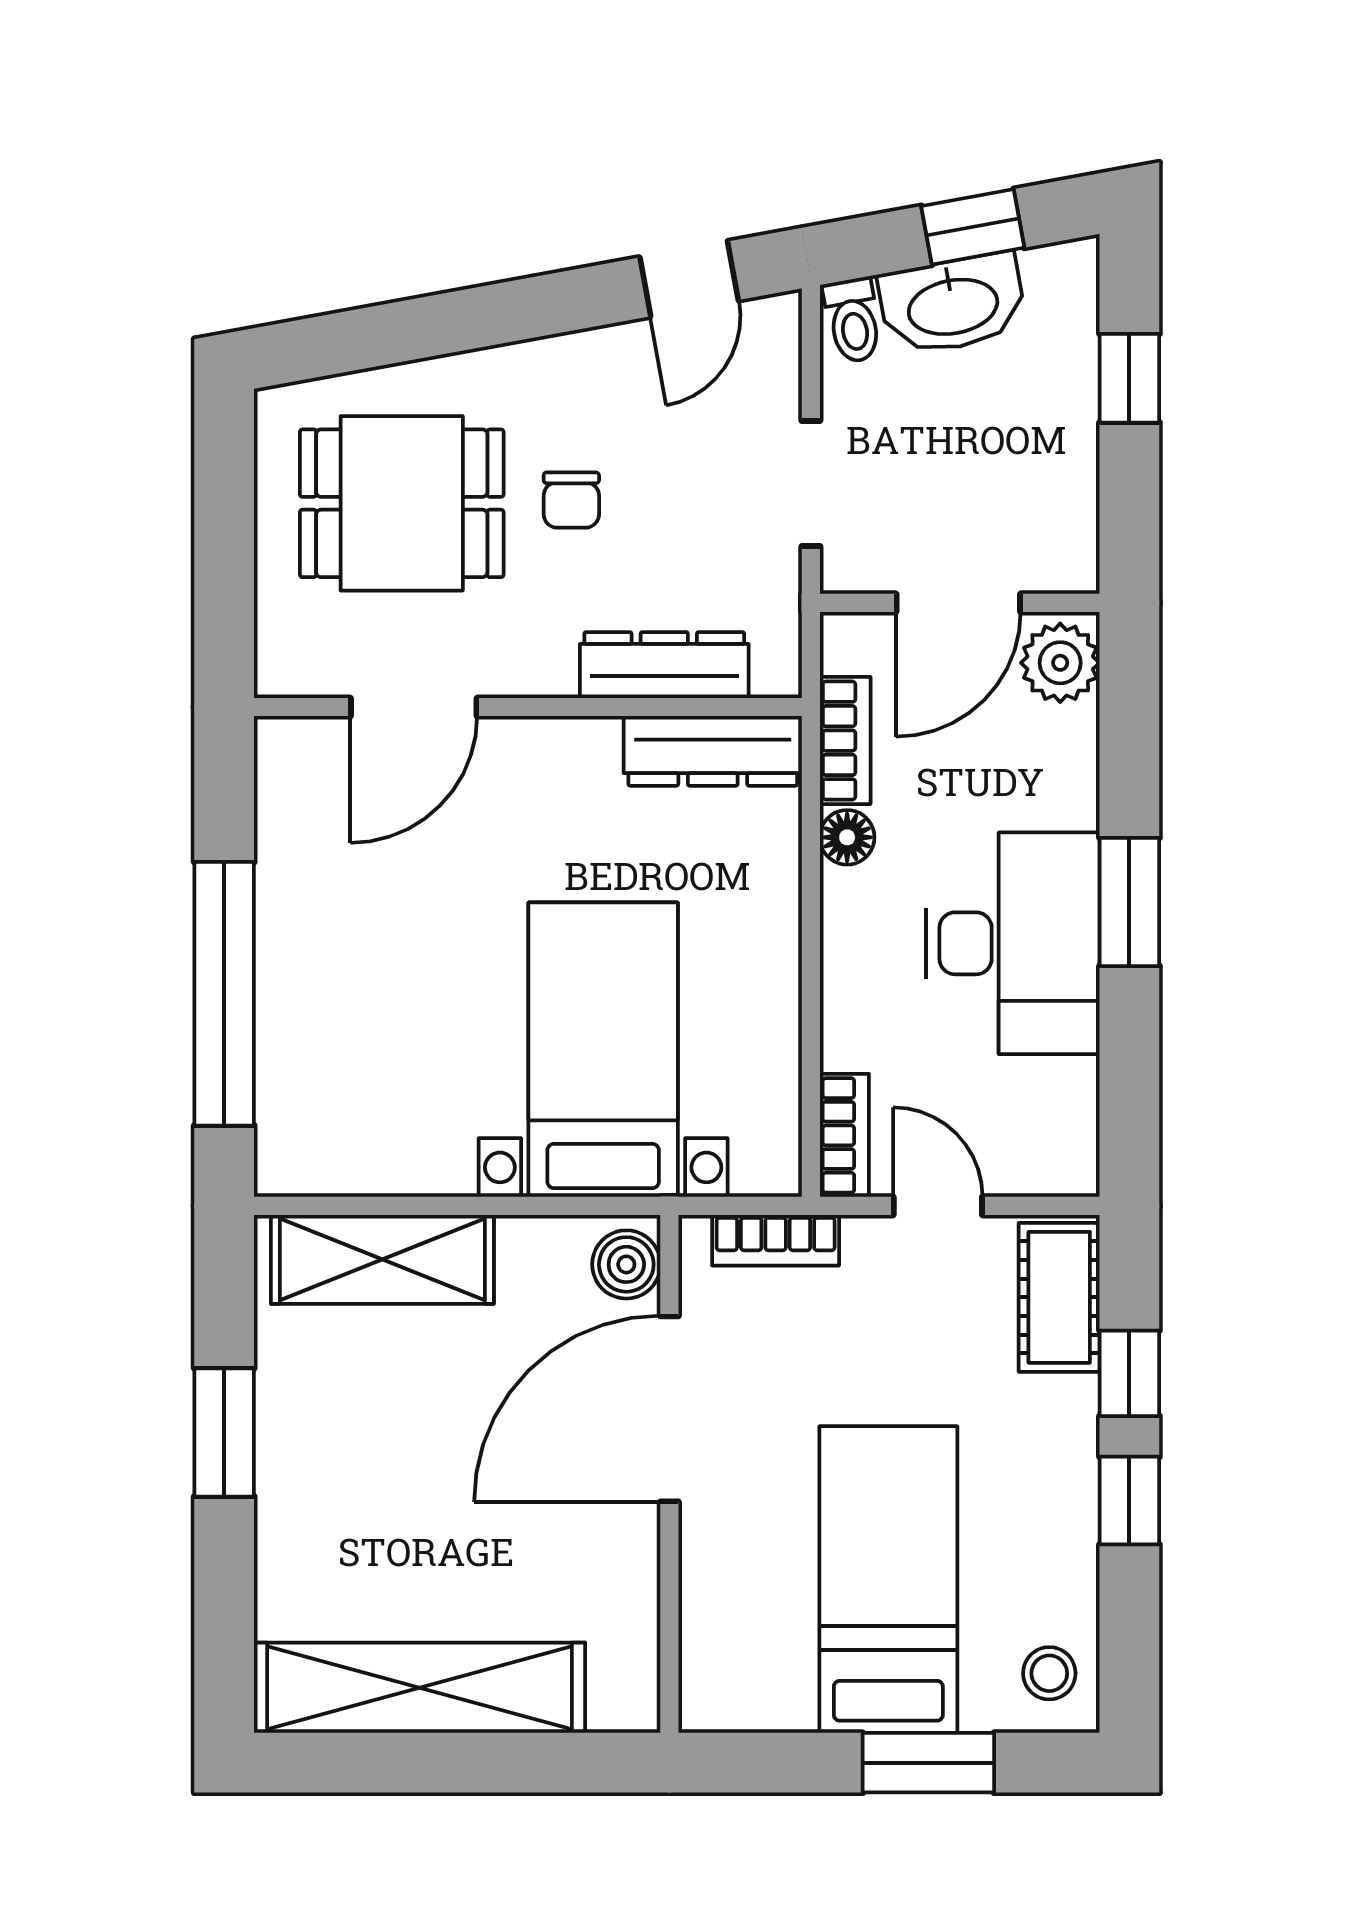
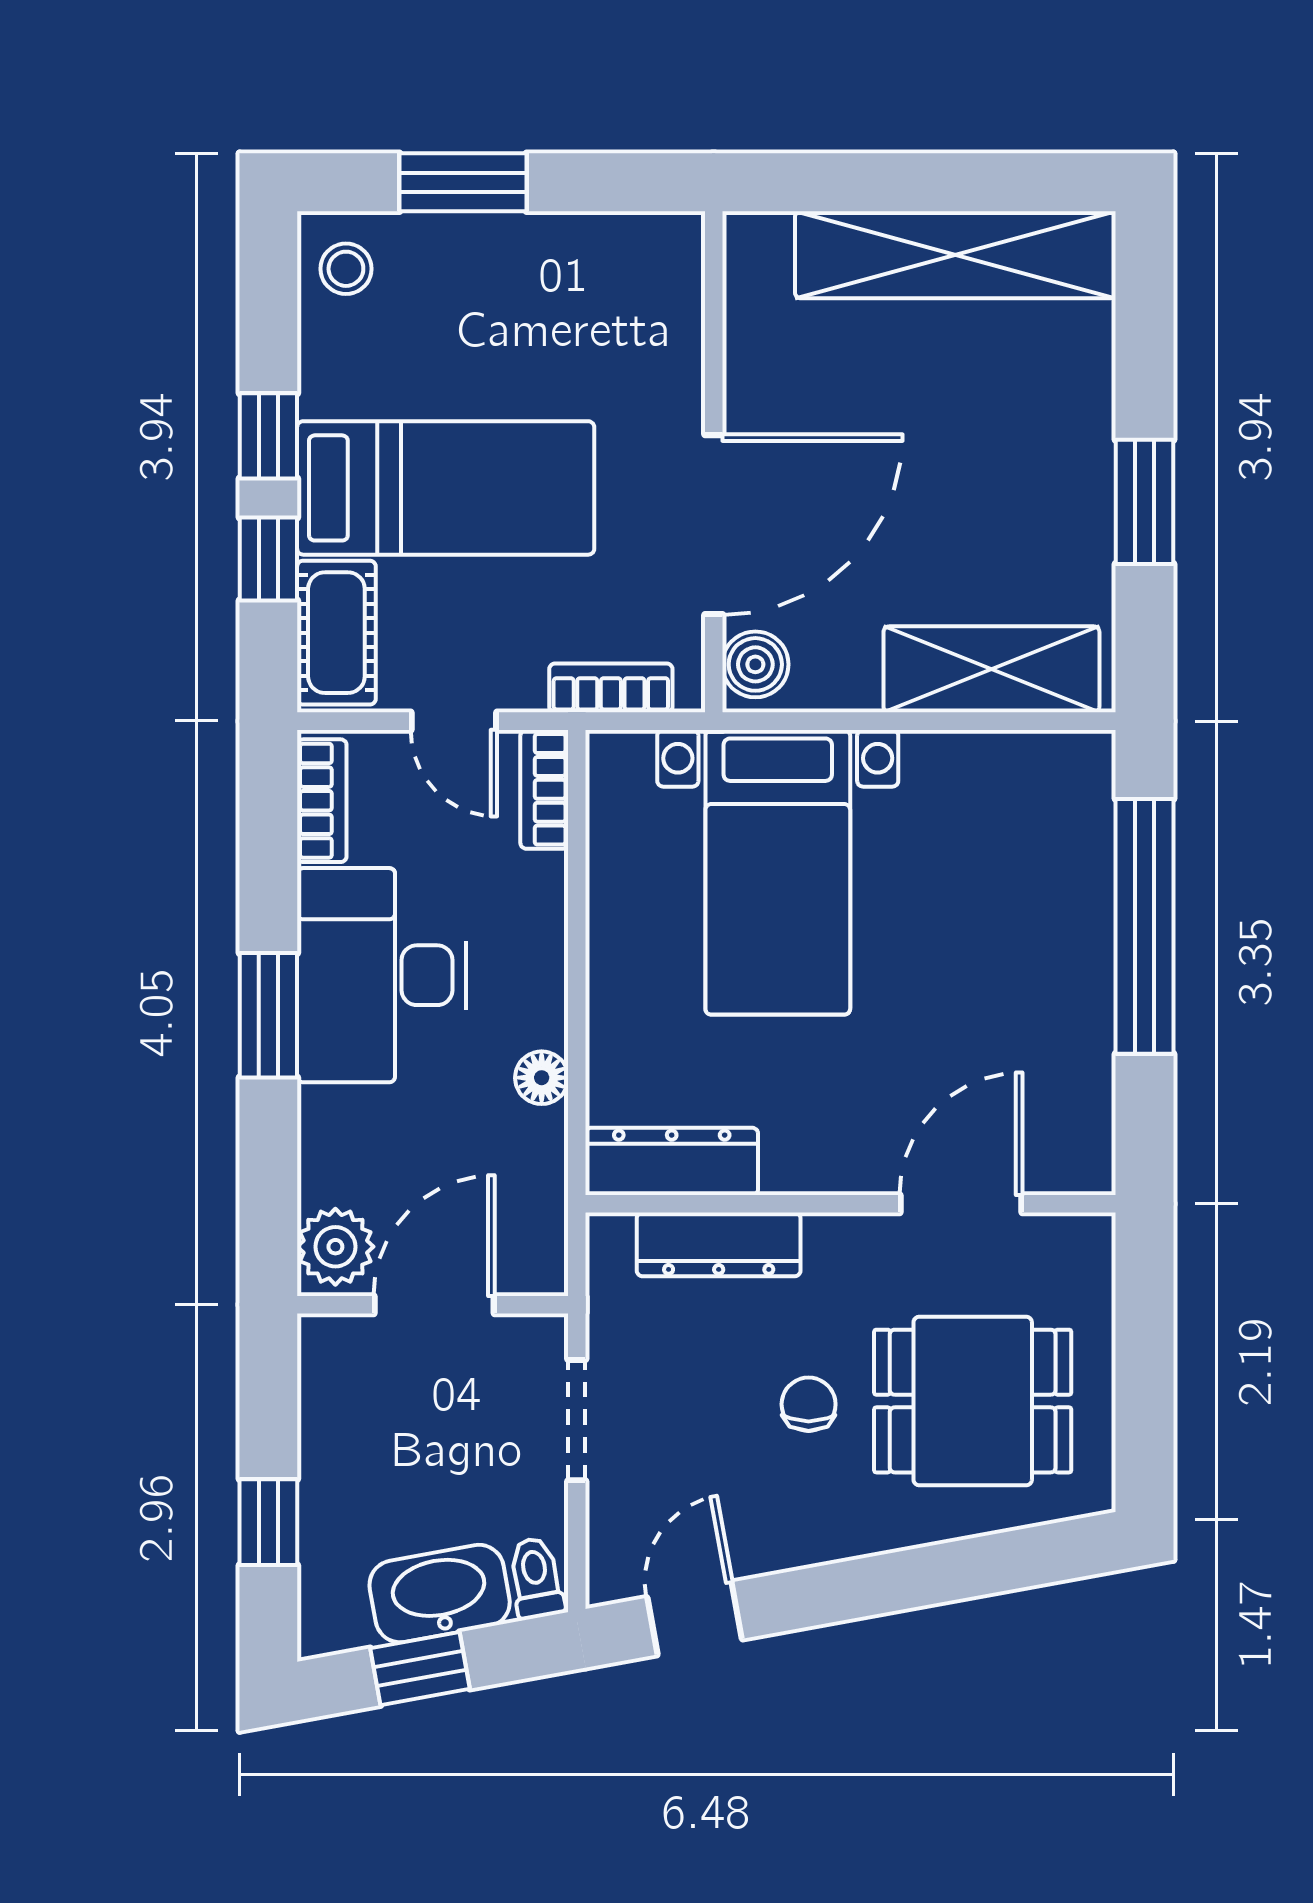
bookcase: (845, 741) -> (322, 801), moved, turned 180
bed: (888, 1580) -> (446, 488), moved, turned -90

